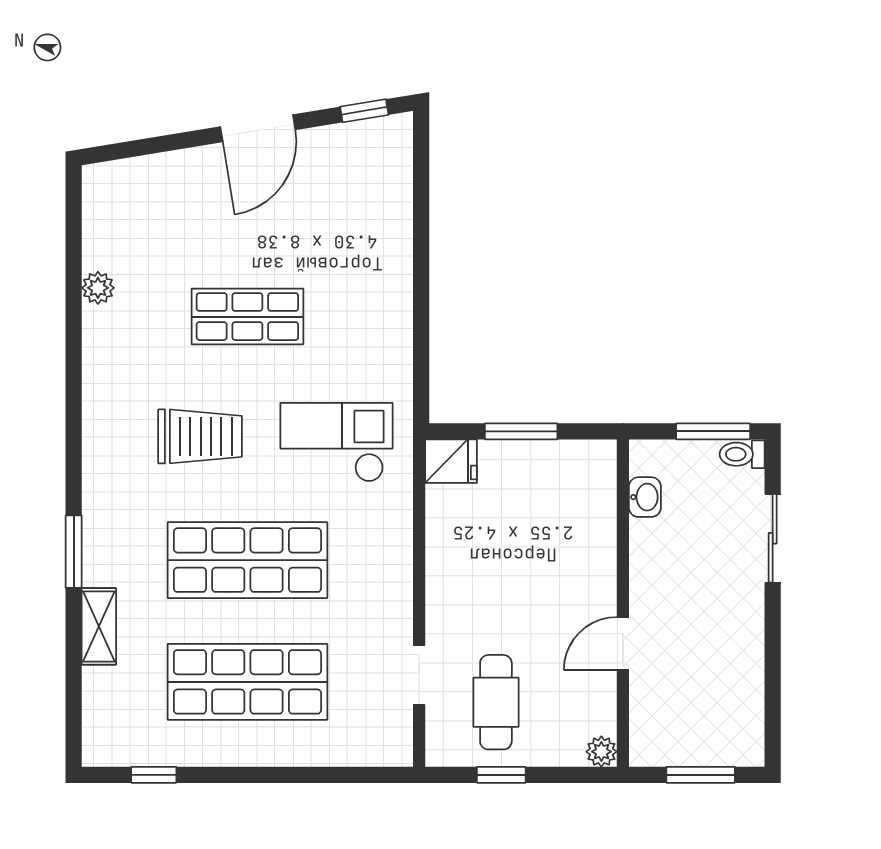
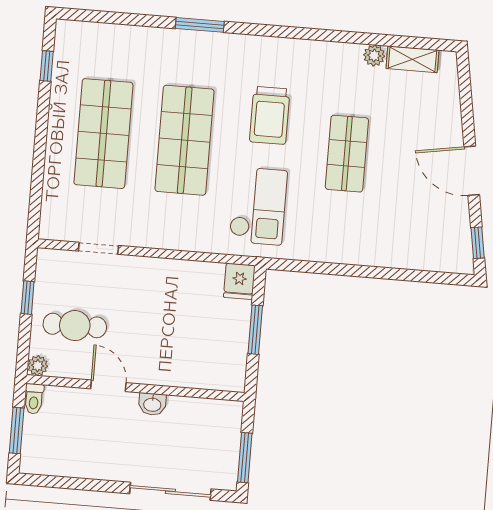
toilet: (742, 454) -> (34, 399), moved, turned 180
washbasin: (645, 497) -> (152, 404), moved
sliding door: (773, 538) -> (170, 491), width x1.37
shelving: (99, 626) -> (412, 59), moved
cafe table: (496, 702) -> (75, 326), moved

